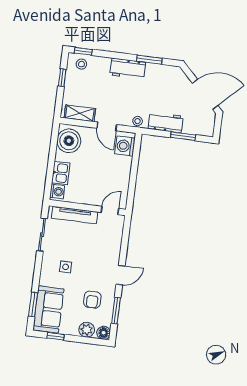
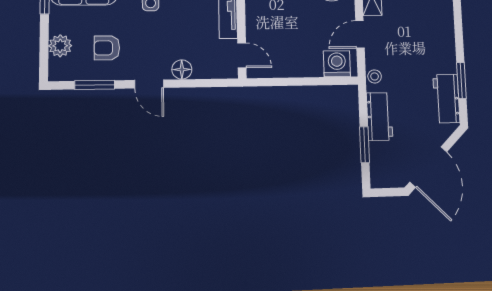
workbench: (128, 69) -> (446, 99), moved
floor lamp: (104, 333) -> (182, 69), moved

